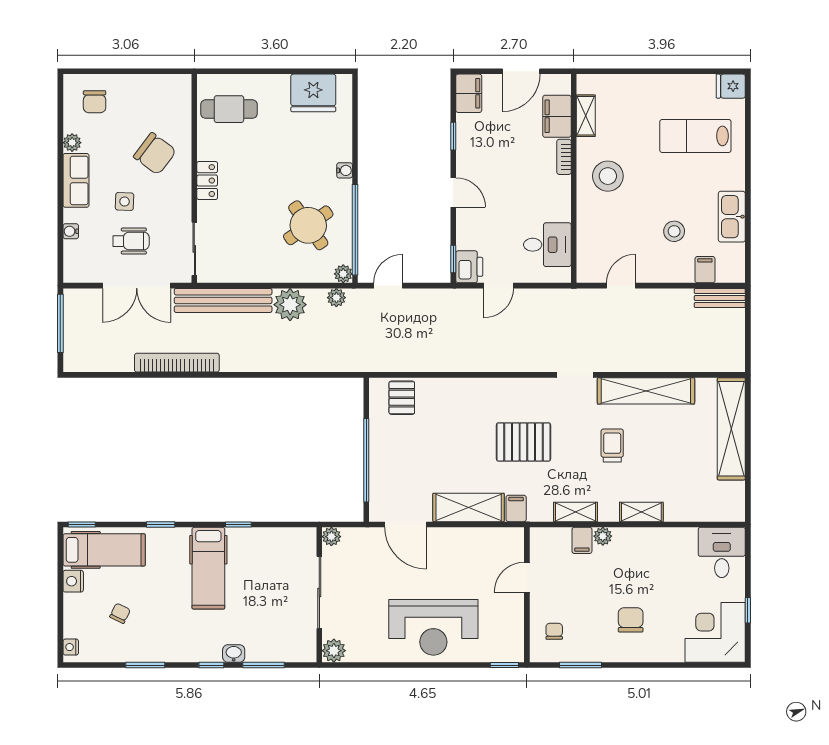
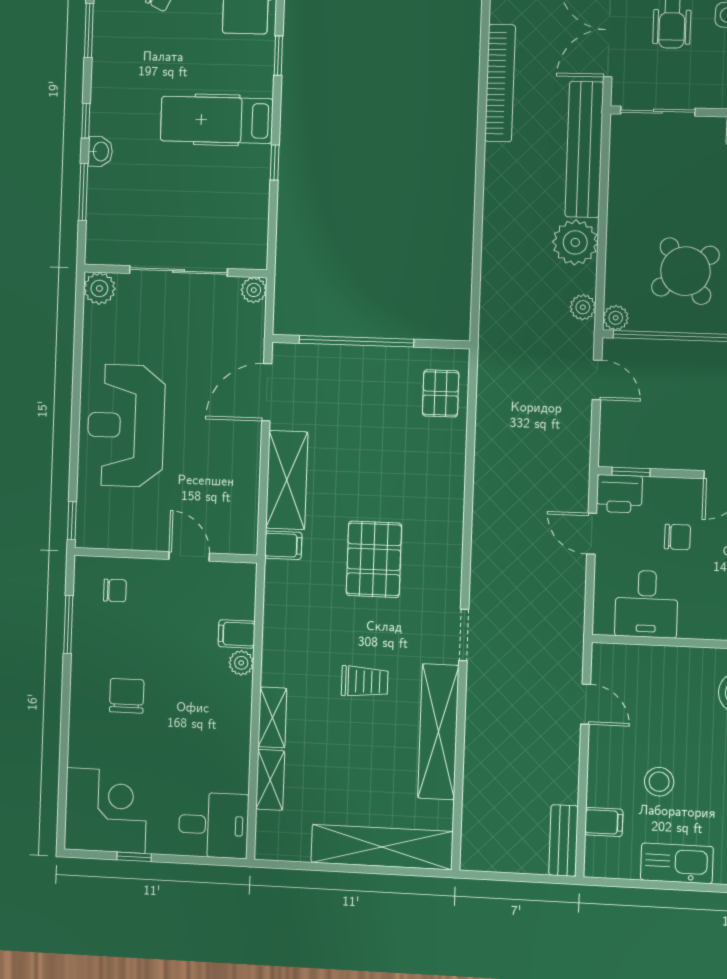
chair: (499, 224) -> (677, 537), added
pallet: (402, 398) -> (441, 393), turned 90
shelving: (575, 512) -> (270, 780), moved
chair: (631, 620) -> (127, 696), turned -90

